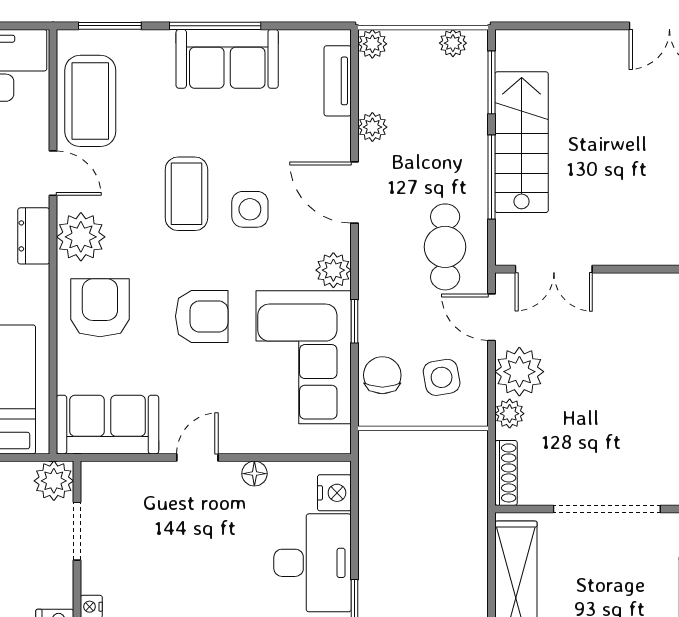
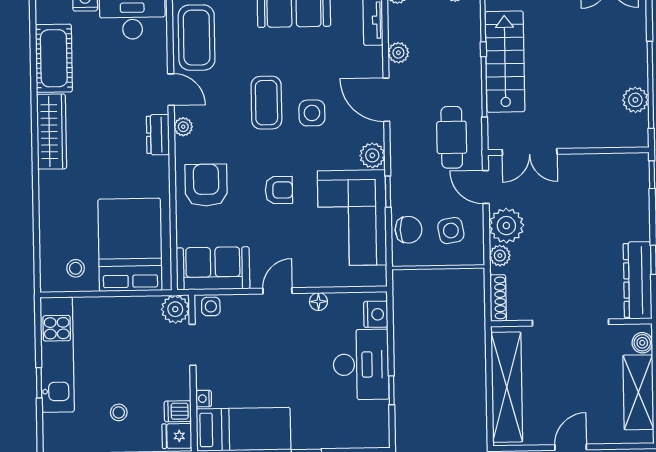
plant: (81, 237) -> (183, 127), width x0.53, depth x0.53
armchair: (202, 316) -> (279, 190), width x0.72, depth x0.72
chair: (382, 375) -> (409, 230), turned 90
side table: (104, 478) -> (211, 306), added

